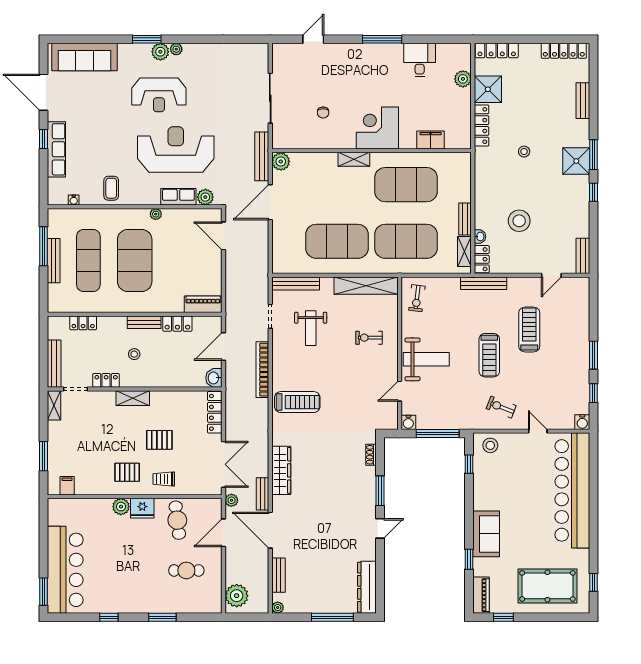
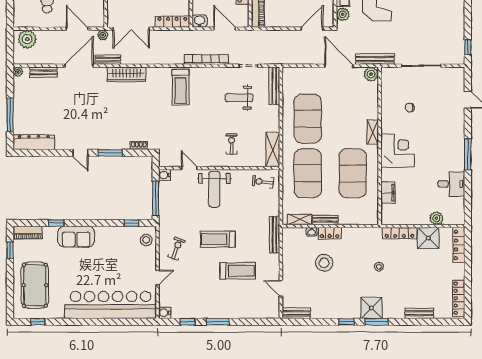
window: (247, 39) -> (468, 47), added
locker: (482, 259) -> (330, 233), moved
shelving: (366, 286) -> (273, 150), width x0.68

